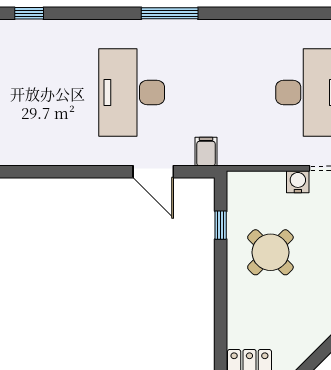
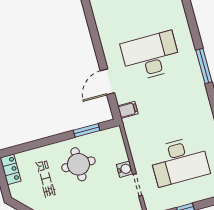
window: (221, 225) -> (87, 130), width x1.50
round table: (270, 252) -> (78, 164), turned 45

